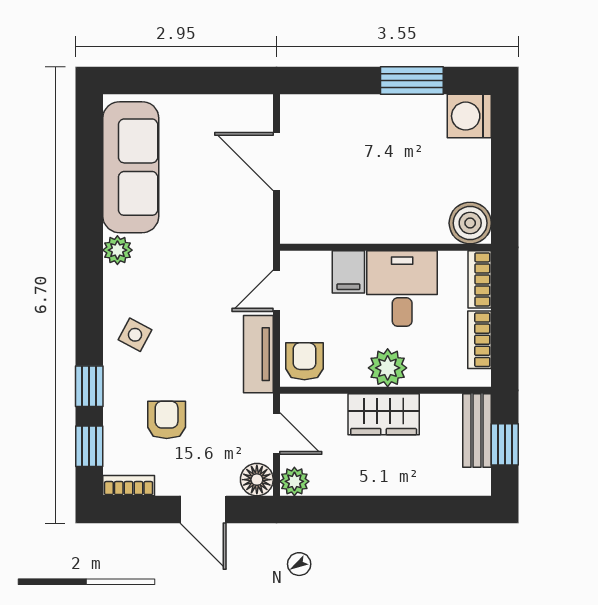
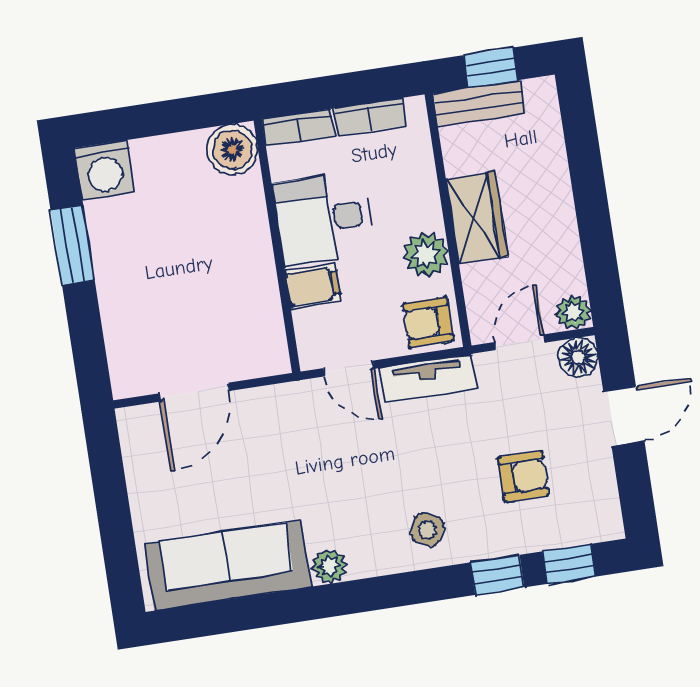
plant: (388, 368) -> (426, 254), moved
armchair: (167, 420) -> (523, 476), turned 180
bookcase: (129, 486) -> (609, 510), removed

